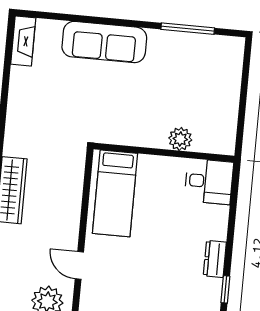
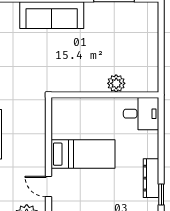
bed: (115, 193) -> (83, 154), moved, turned -90
dresser: (215, 259) -> (151, 178), width x1.44

